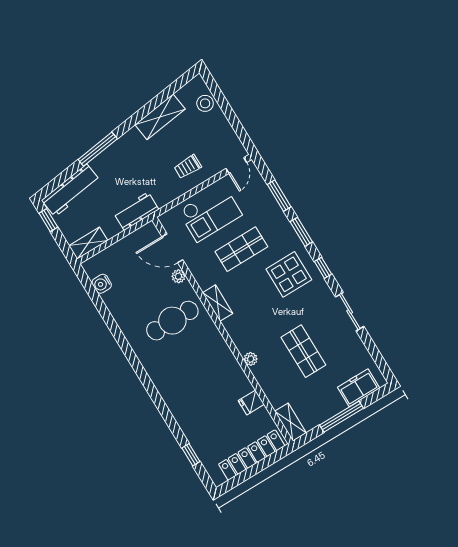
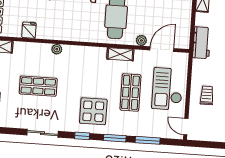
shelving: (218, 303) -> (120, 54), moved

